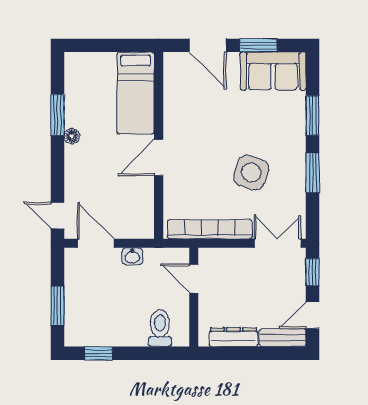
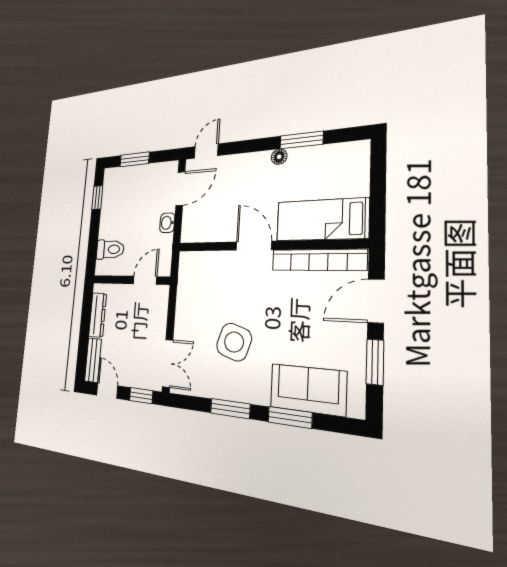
sofa: (273, 71) -> (308, 390), moved, turned 90
bookcase: (210, 229) -> (318, 260), moved, turned 90

